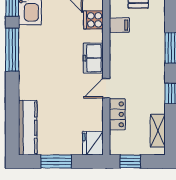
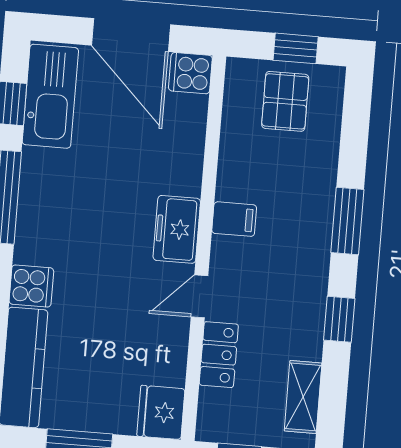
cooker: (93, 20) -> (31, 286), moved, turned 180
filing cabinet: (119, 25) -> (234, 219), moved

